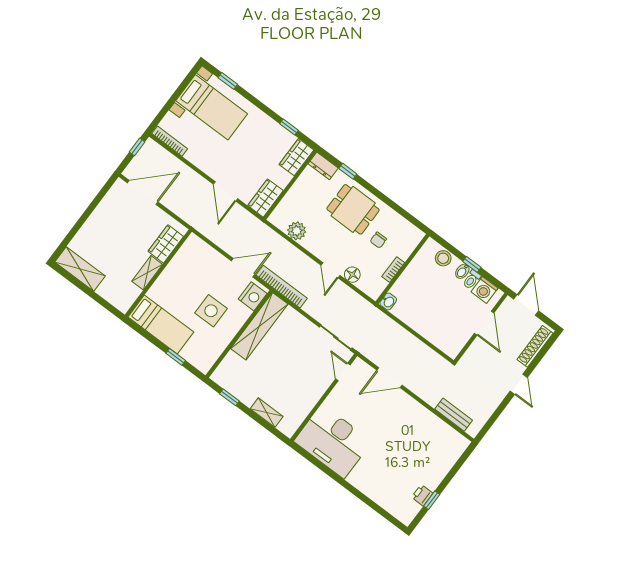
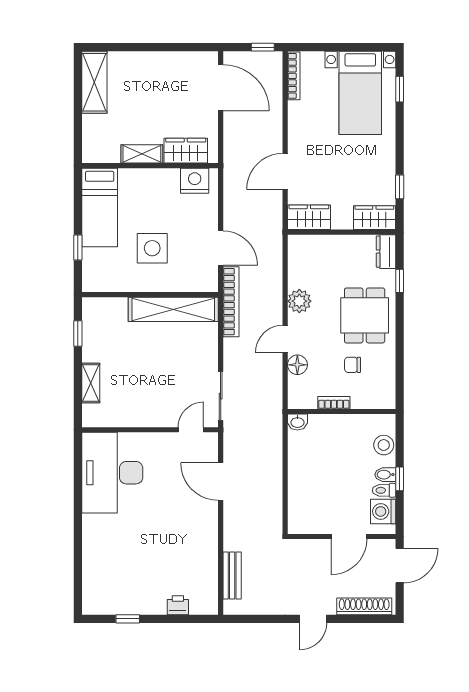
plant: (297, 231) -> (299, 301), moved
nightstand: (253, 296) -> (195, 181), moved, turned 180
printer: (422, 495) -> (178, 605), moved

